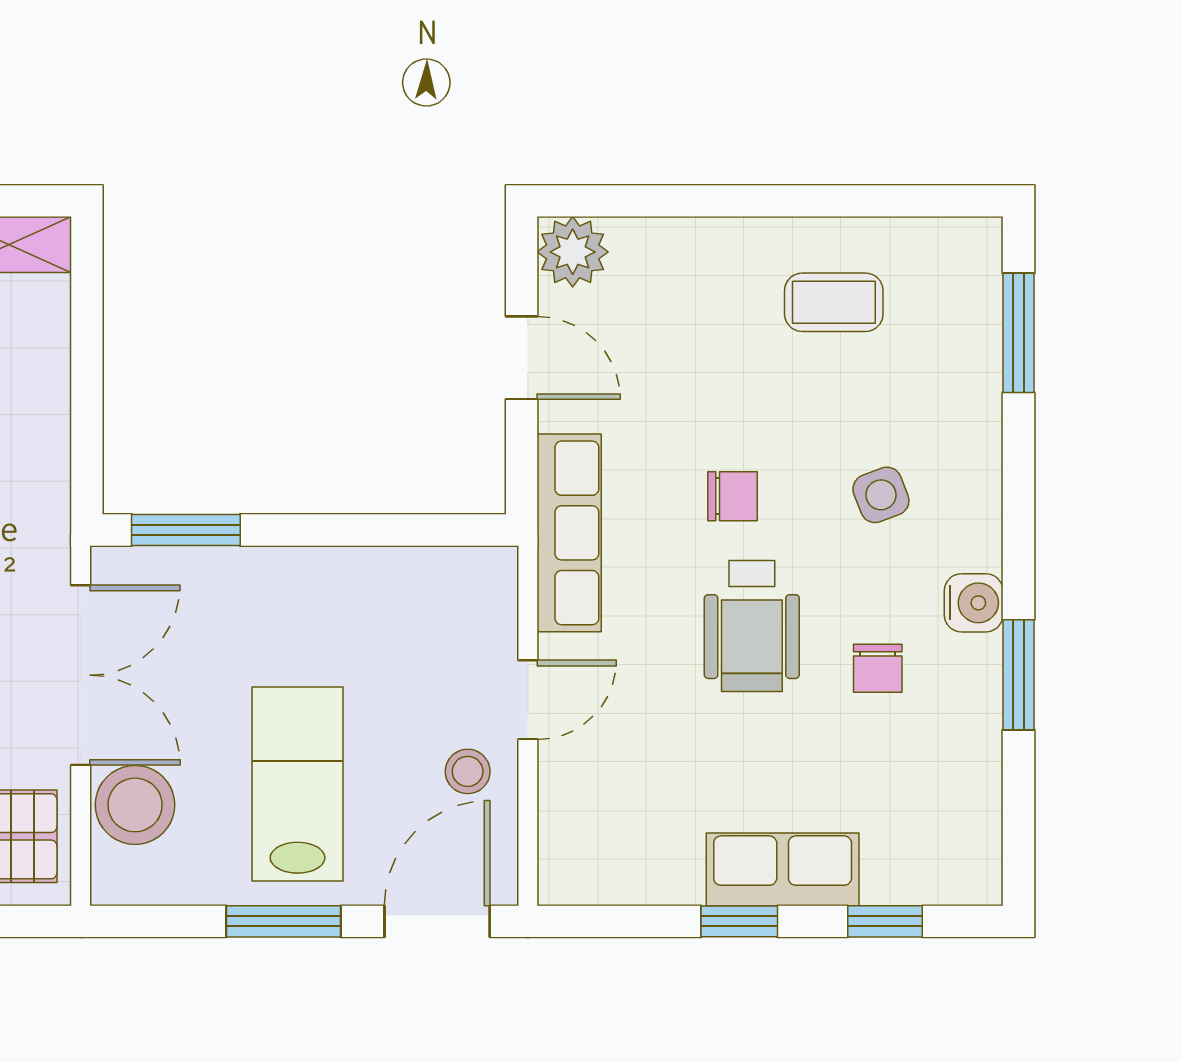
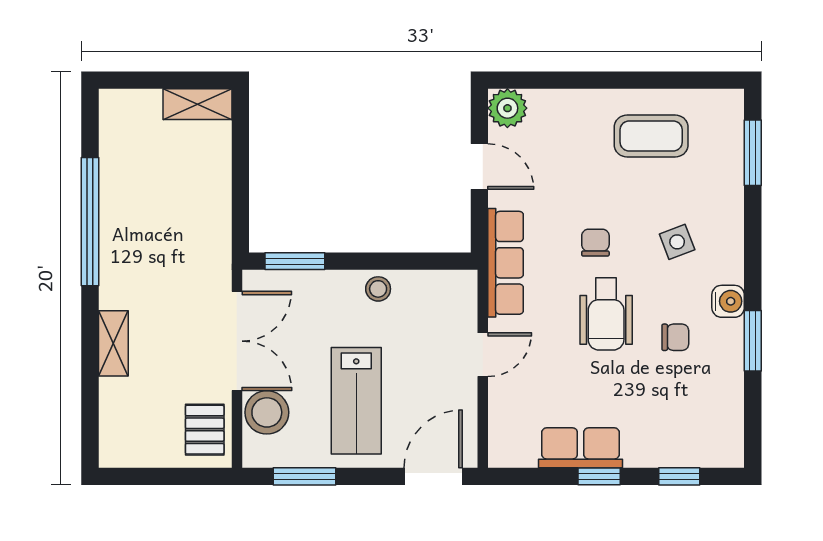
coffee table: (834, 302) -> (651, 136), width x1.36, depth x1.30
chair: (732, 496) -> (595, 243), turned -90
chair: (878, 668) -> (675, 337), turned -90
stool: (468, 771) -> (378, 289), moved
lab bench: (298, 784) -> (356, 401), turned 180
row of seats: (783, 869) -> (581, 448), moved
window: (284, 921) -> (304, 476), moved

